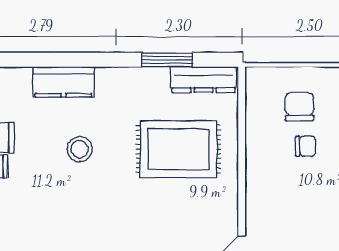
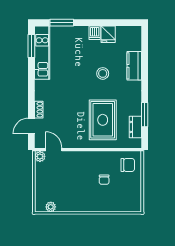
dresser: (204, 80) -> (135, 127), width x0.70
chair: (300, 107) -> (128, 165), moved

